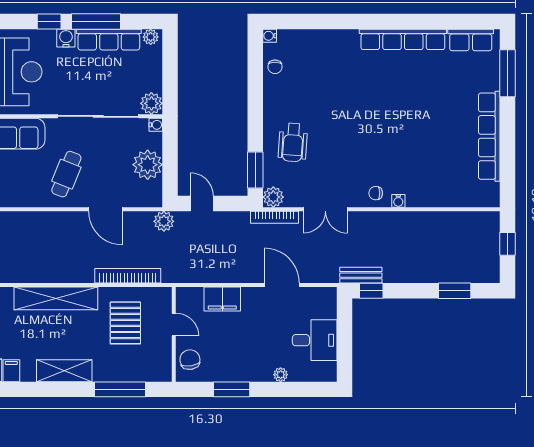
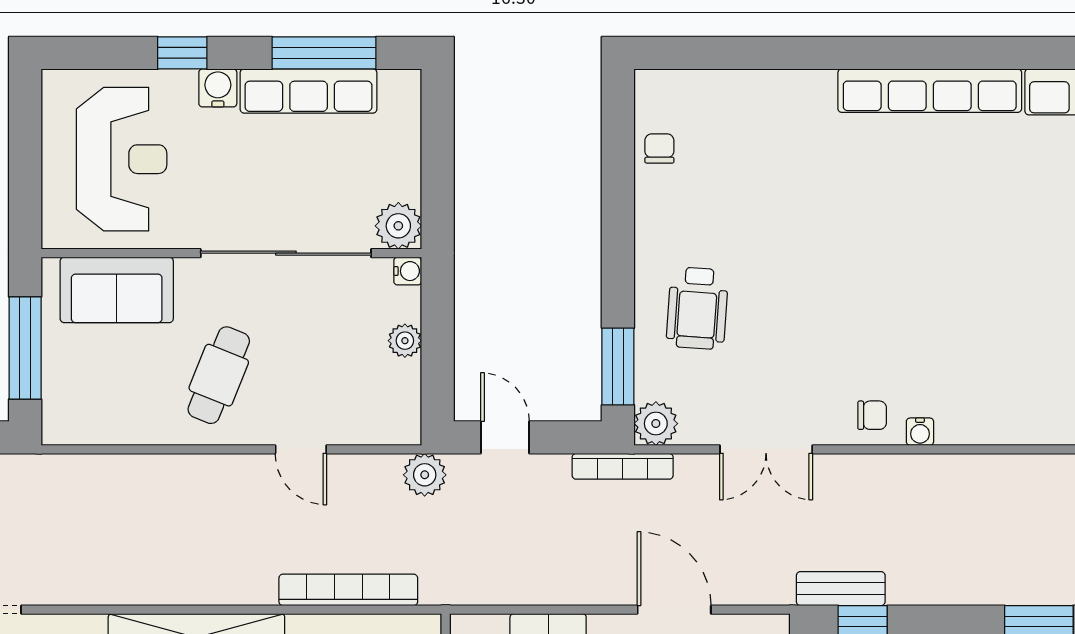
window: (96, 22) -> (324, 53), moved
water cooler: (270, 36) -> (648, 83), removed
plant: (151, 37) -> (397, 85), removed
chair: (275, 67) -> (659, 148), turned 180
plant: (148, 165) -> (405, 341), width x0.53, depth x0.53
chair: (376, 193) -> (872, 415), turned 180
door: (105, 209) -> (301, 449), width x0.73
bookcase: (274, 217) -> (623, 466), moved

